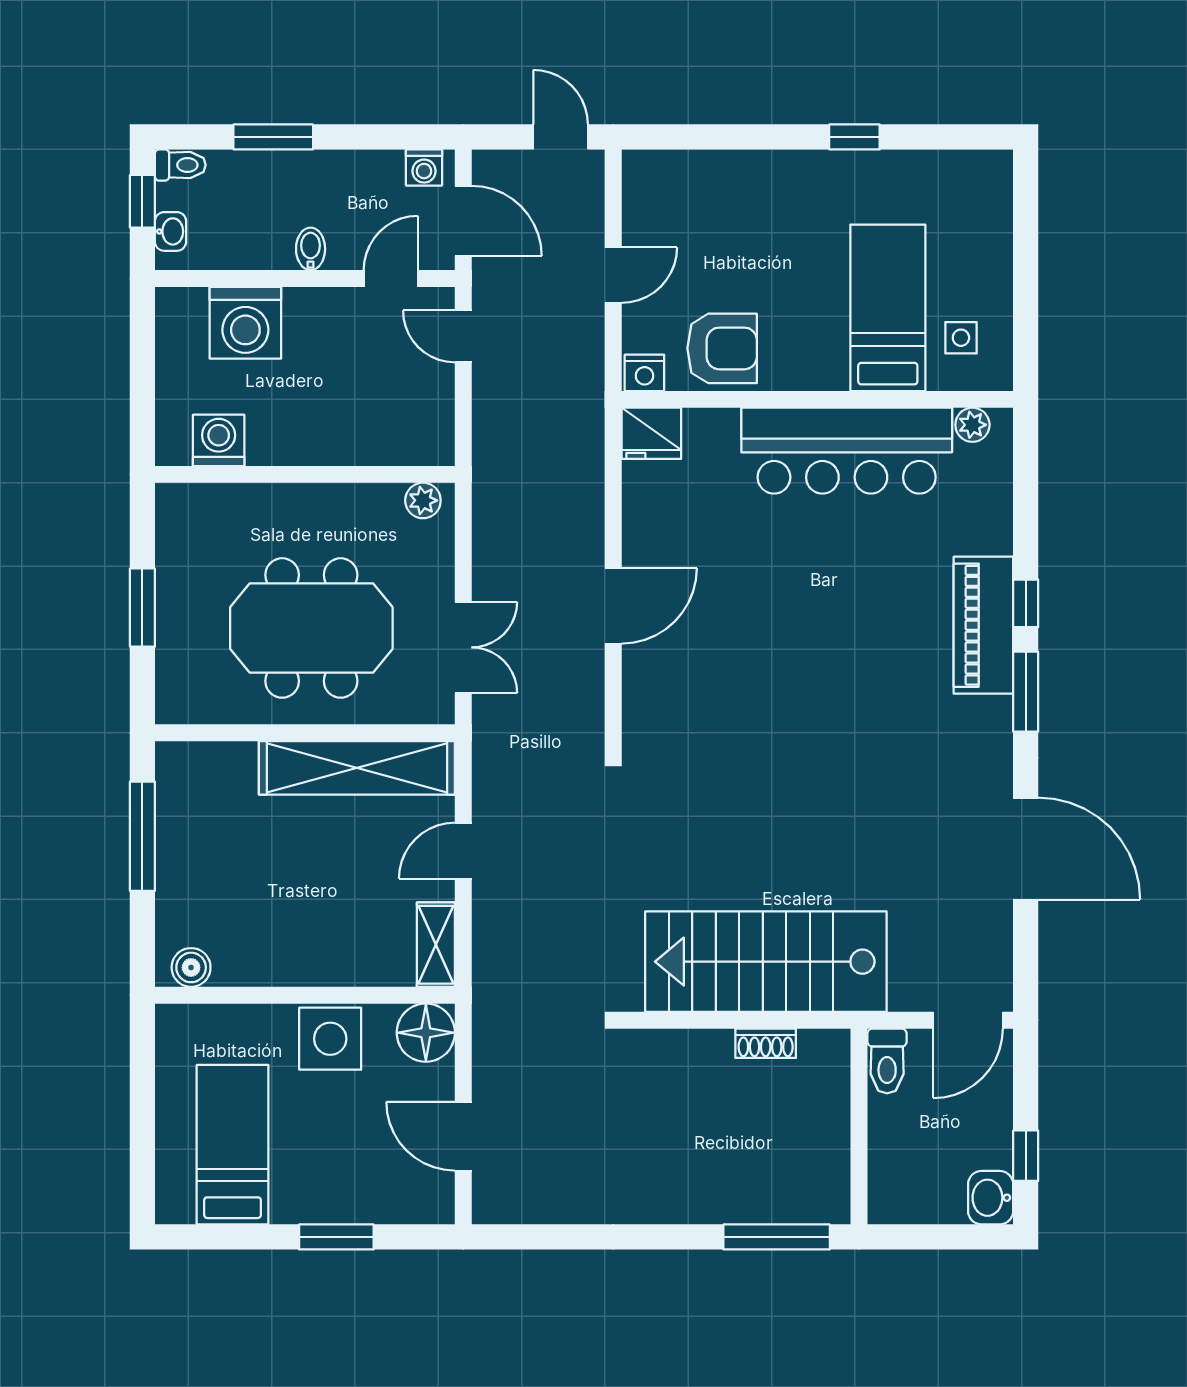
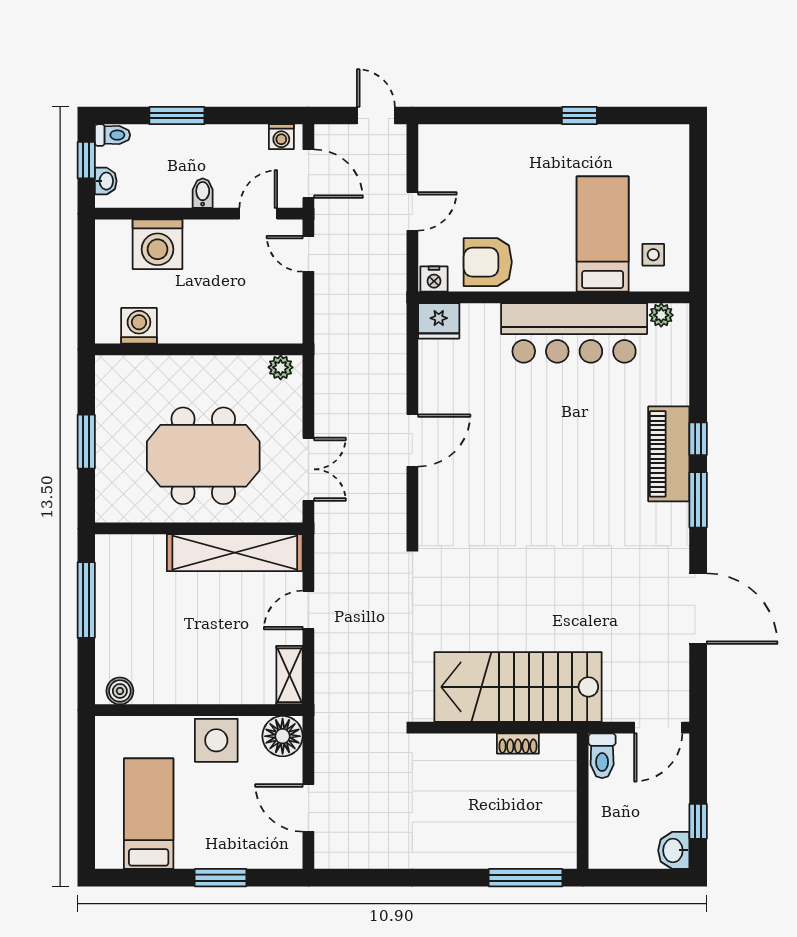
armchair: (722, 348) -> (488, 262), turned 180

